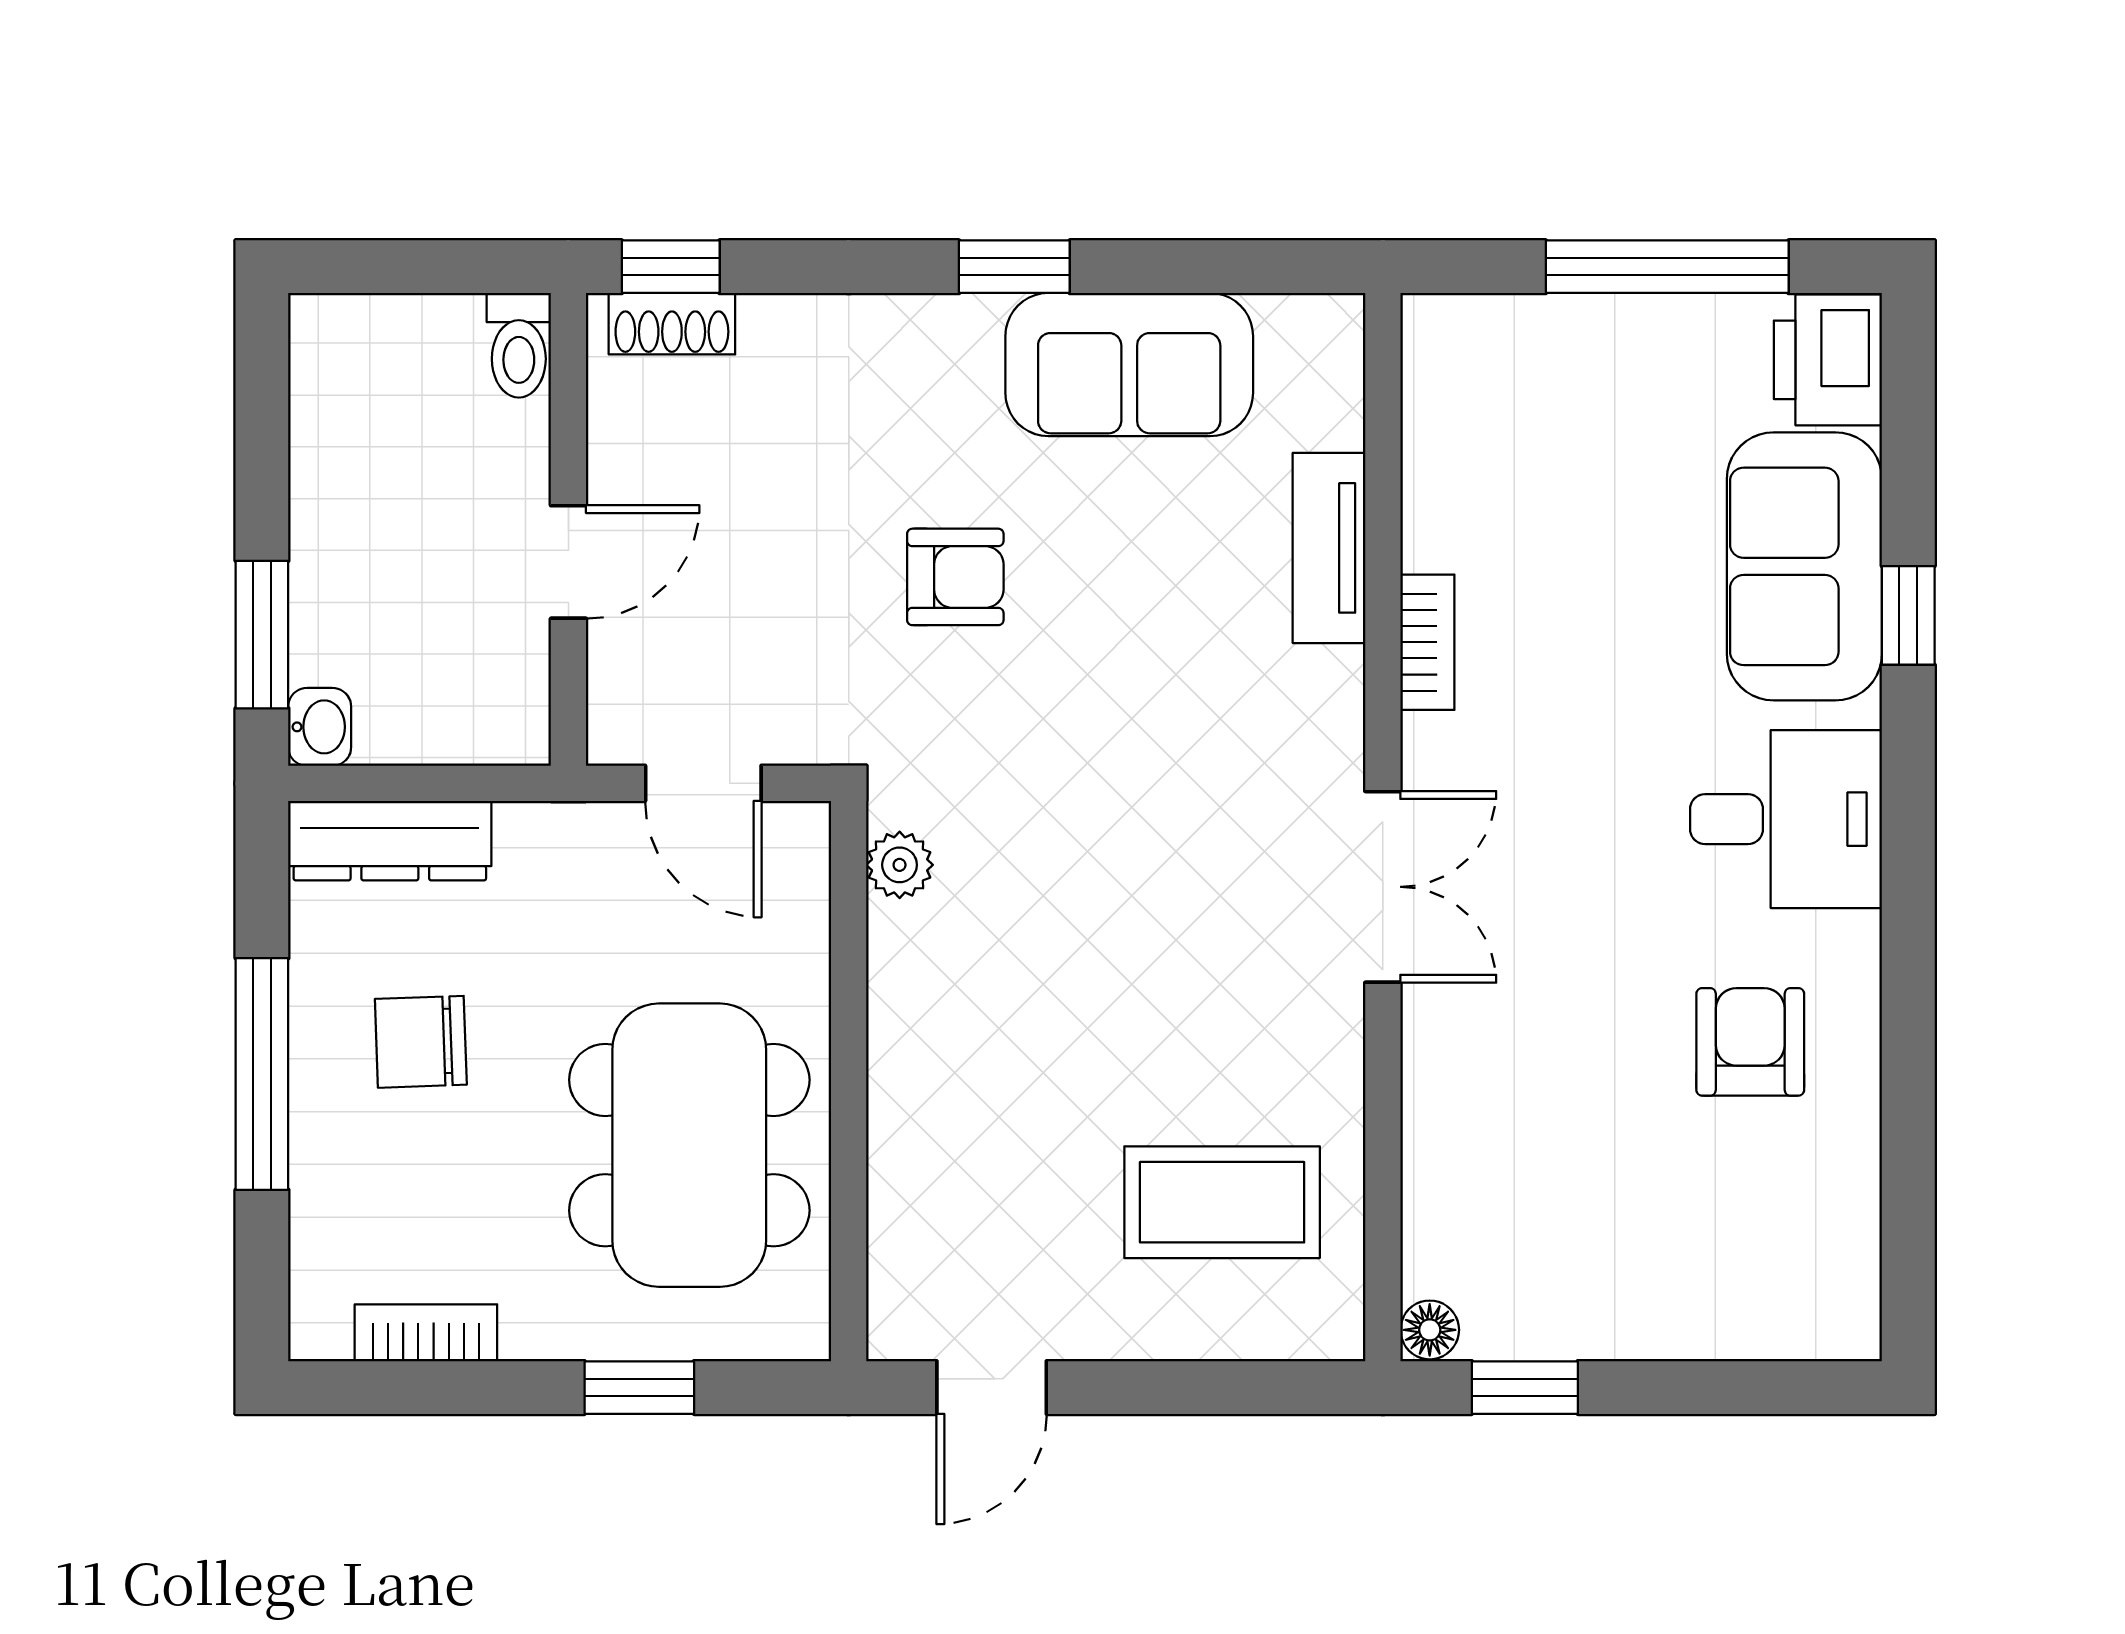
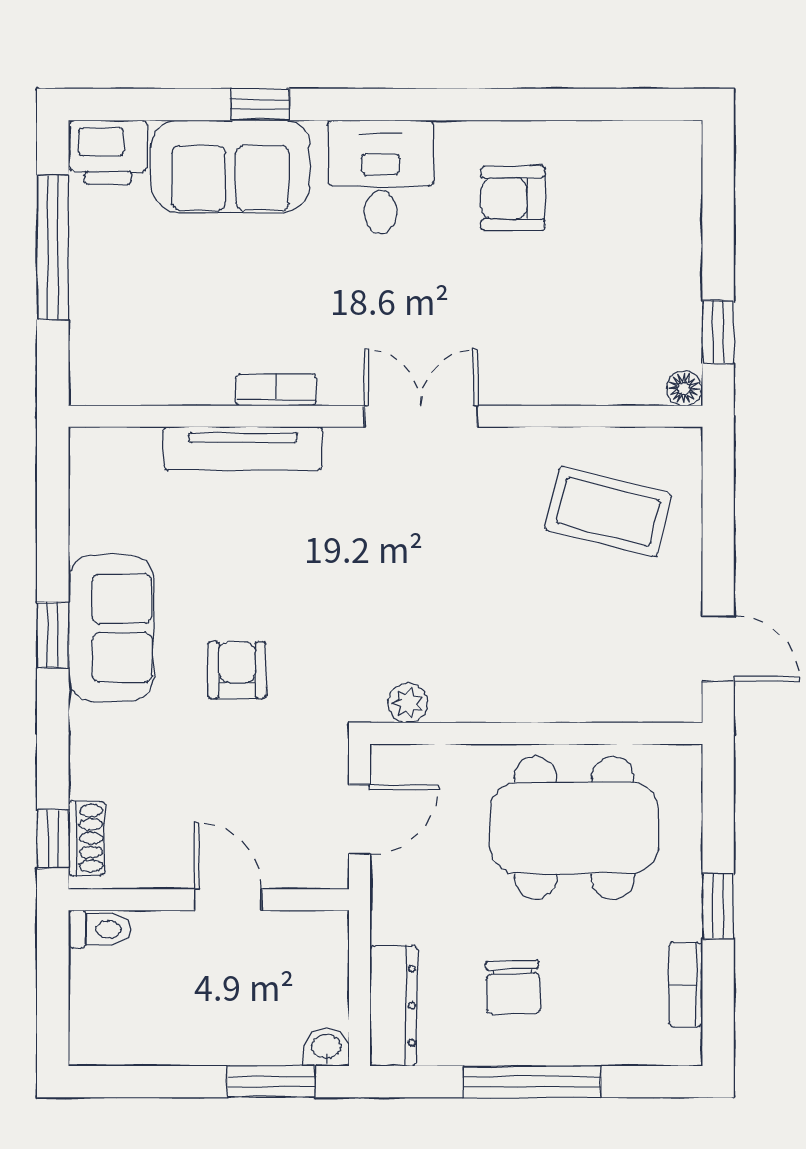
sofa: (1129, 365) -> (111, 628), moved
tv unit: (1329, 548) -> (243, 448), width x1.41
coffee table: (1222, 1202) -> (608, 512), turned -76
window: (639, 1388) -> (718, 906), moved

